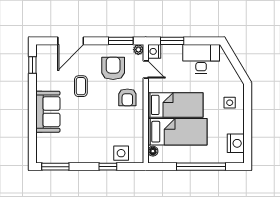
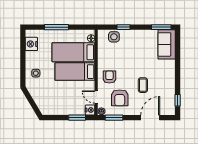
desk: (201, 59) -> (56, 105), removed
sofa: (48, 112) -> (167, 44), moved
window: (201, 167) -> (56, 27), width x0.68

